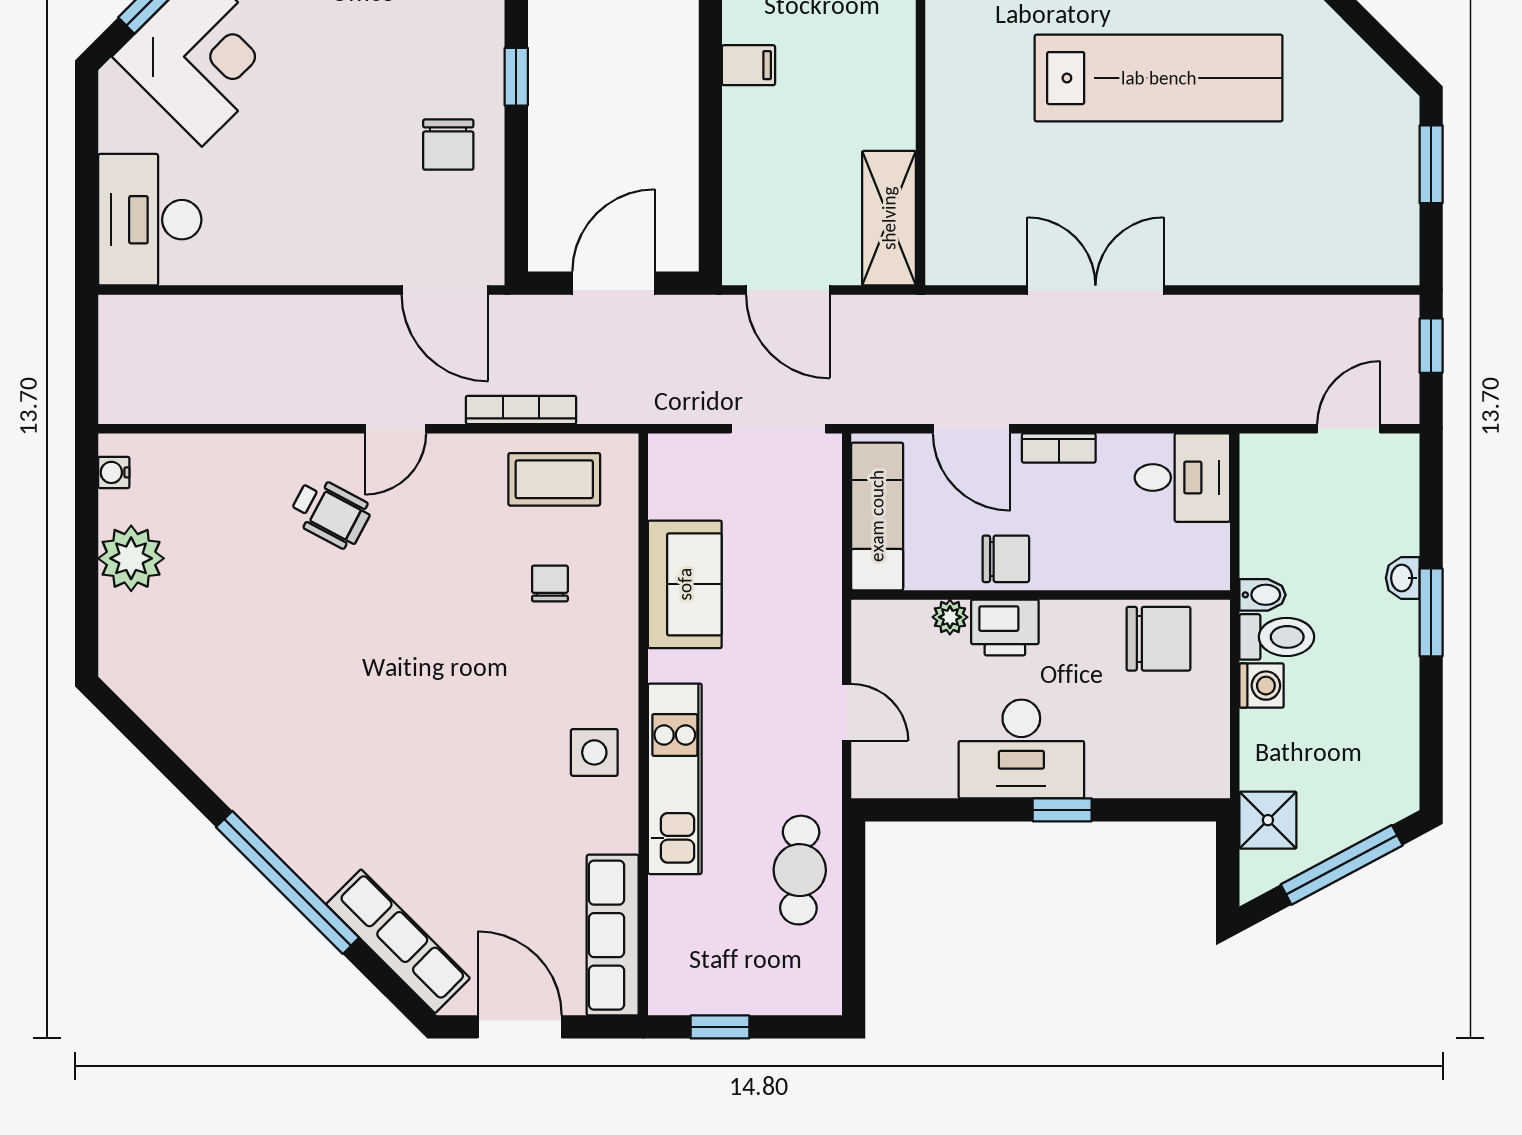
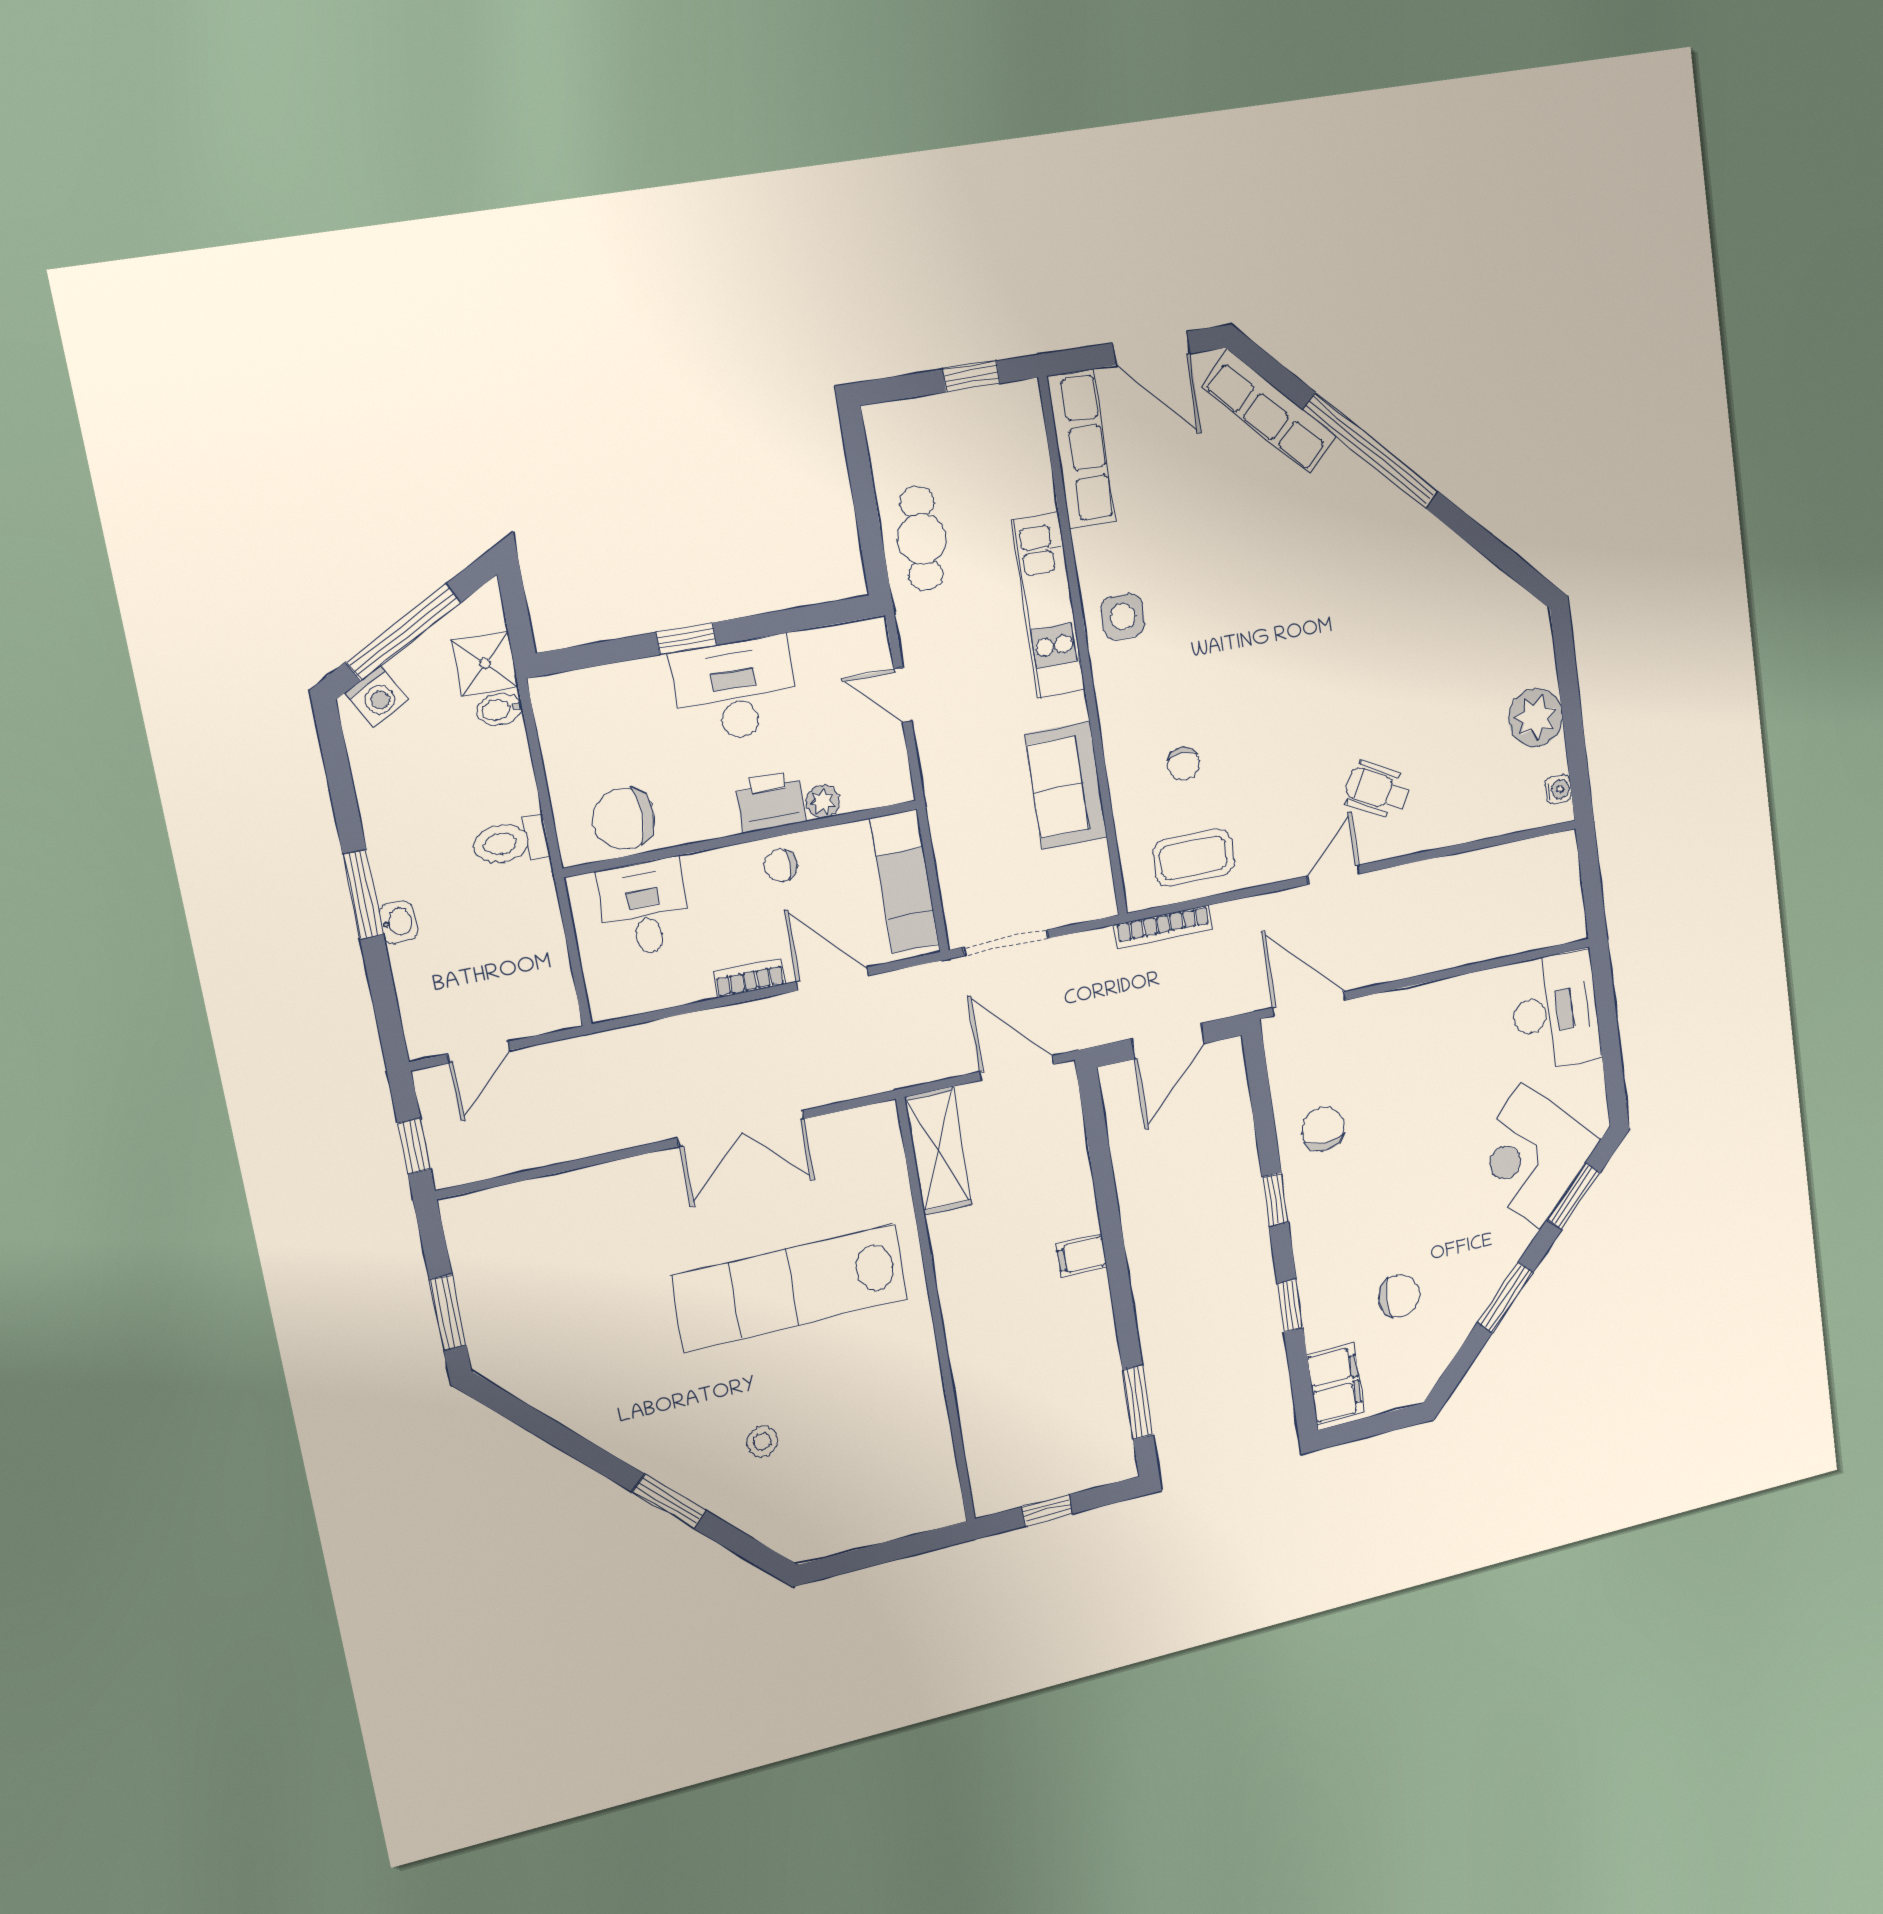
lab bench: (1159, 78) -> (790, 1288), moved
bookcase: (521, 410) -> (1163, 927), moved
desk: (1182, 478) -> (645, 908), moved, turned 90
chair: (1006, 559) -> (781, 866), width x0.73, depth x0.73
bidet: (1262, 595) -> (499, 709), moved
washing machine: (1261, 686) -> (377, 696), moved, turned -118

